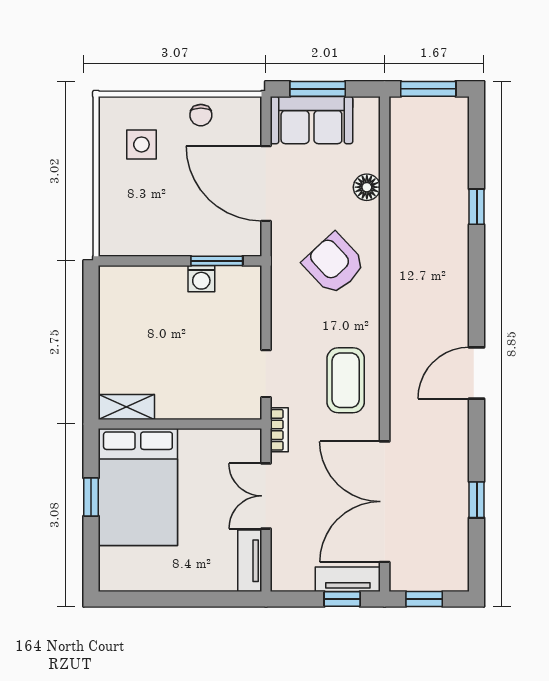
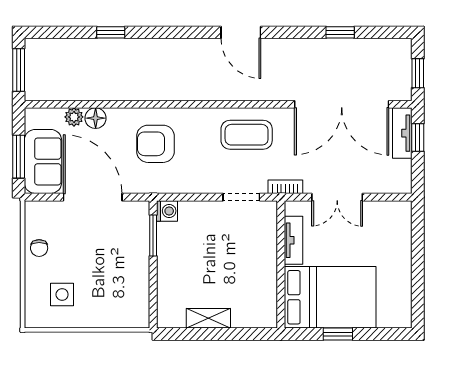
chair: (201, 115) -> (39, 248), turned 90
plant: (368, 160) -> (74, 117), added
door: (266, 184) -> (93, 197), swing flipped
armchair: (334, 264) -> (155, 144), turned 43
washing machine: (201, 279) -> (167, 211), moved
shelving: (126, 407) -> (208, 318), moved, turned 90
tv unit: (250, 561) -> (293, 240), moved, turned -90

